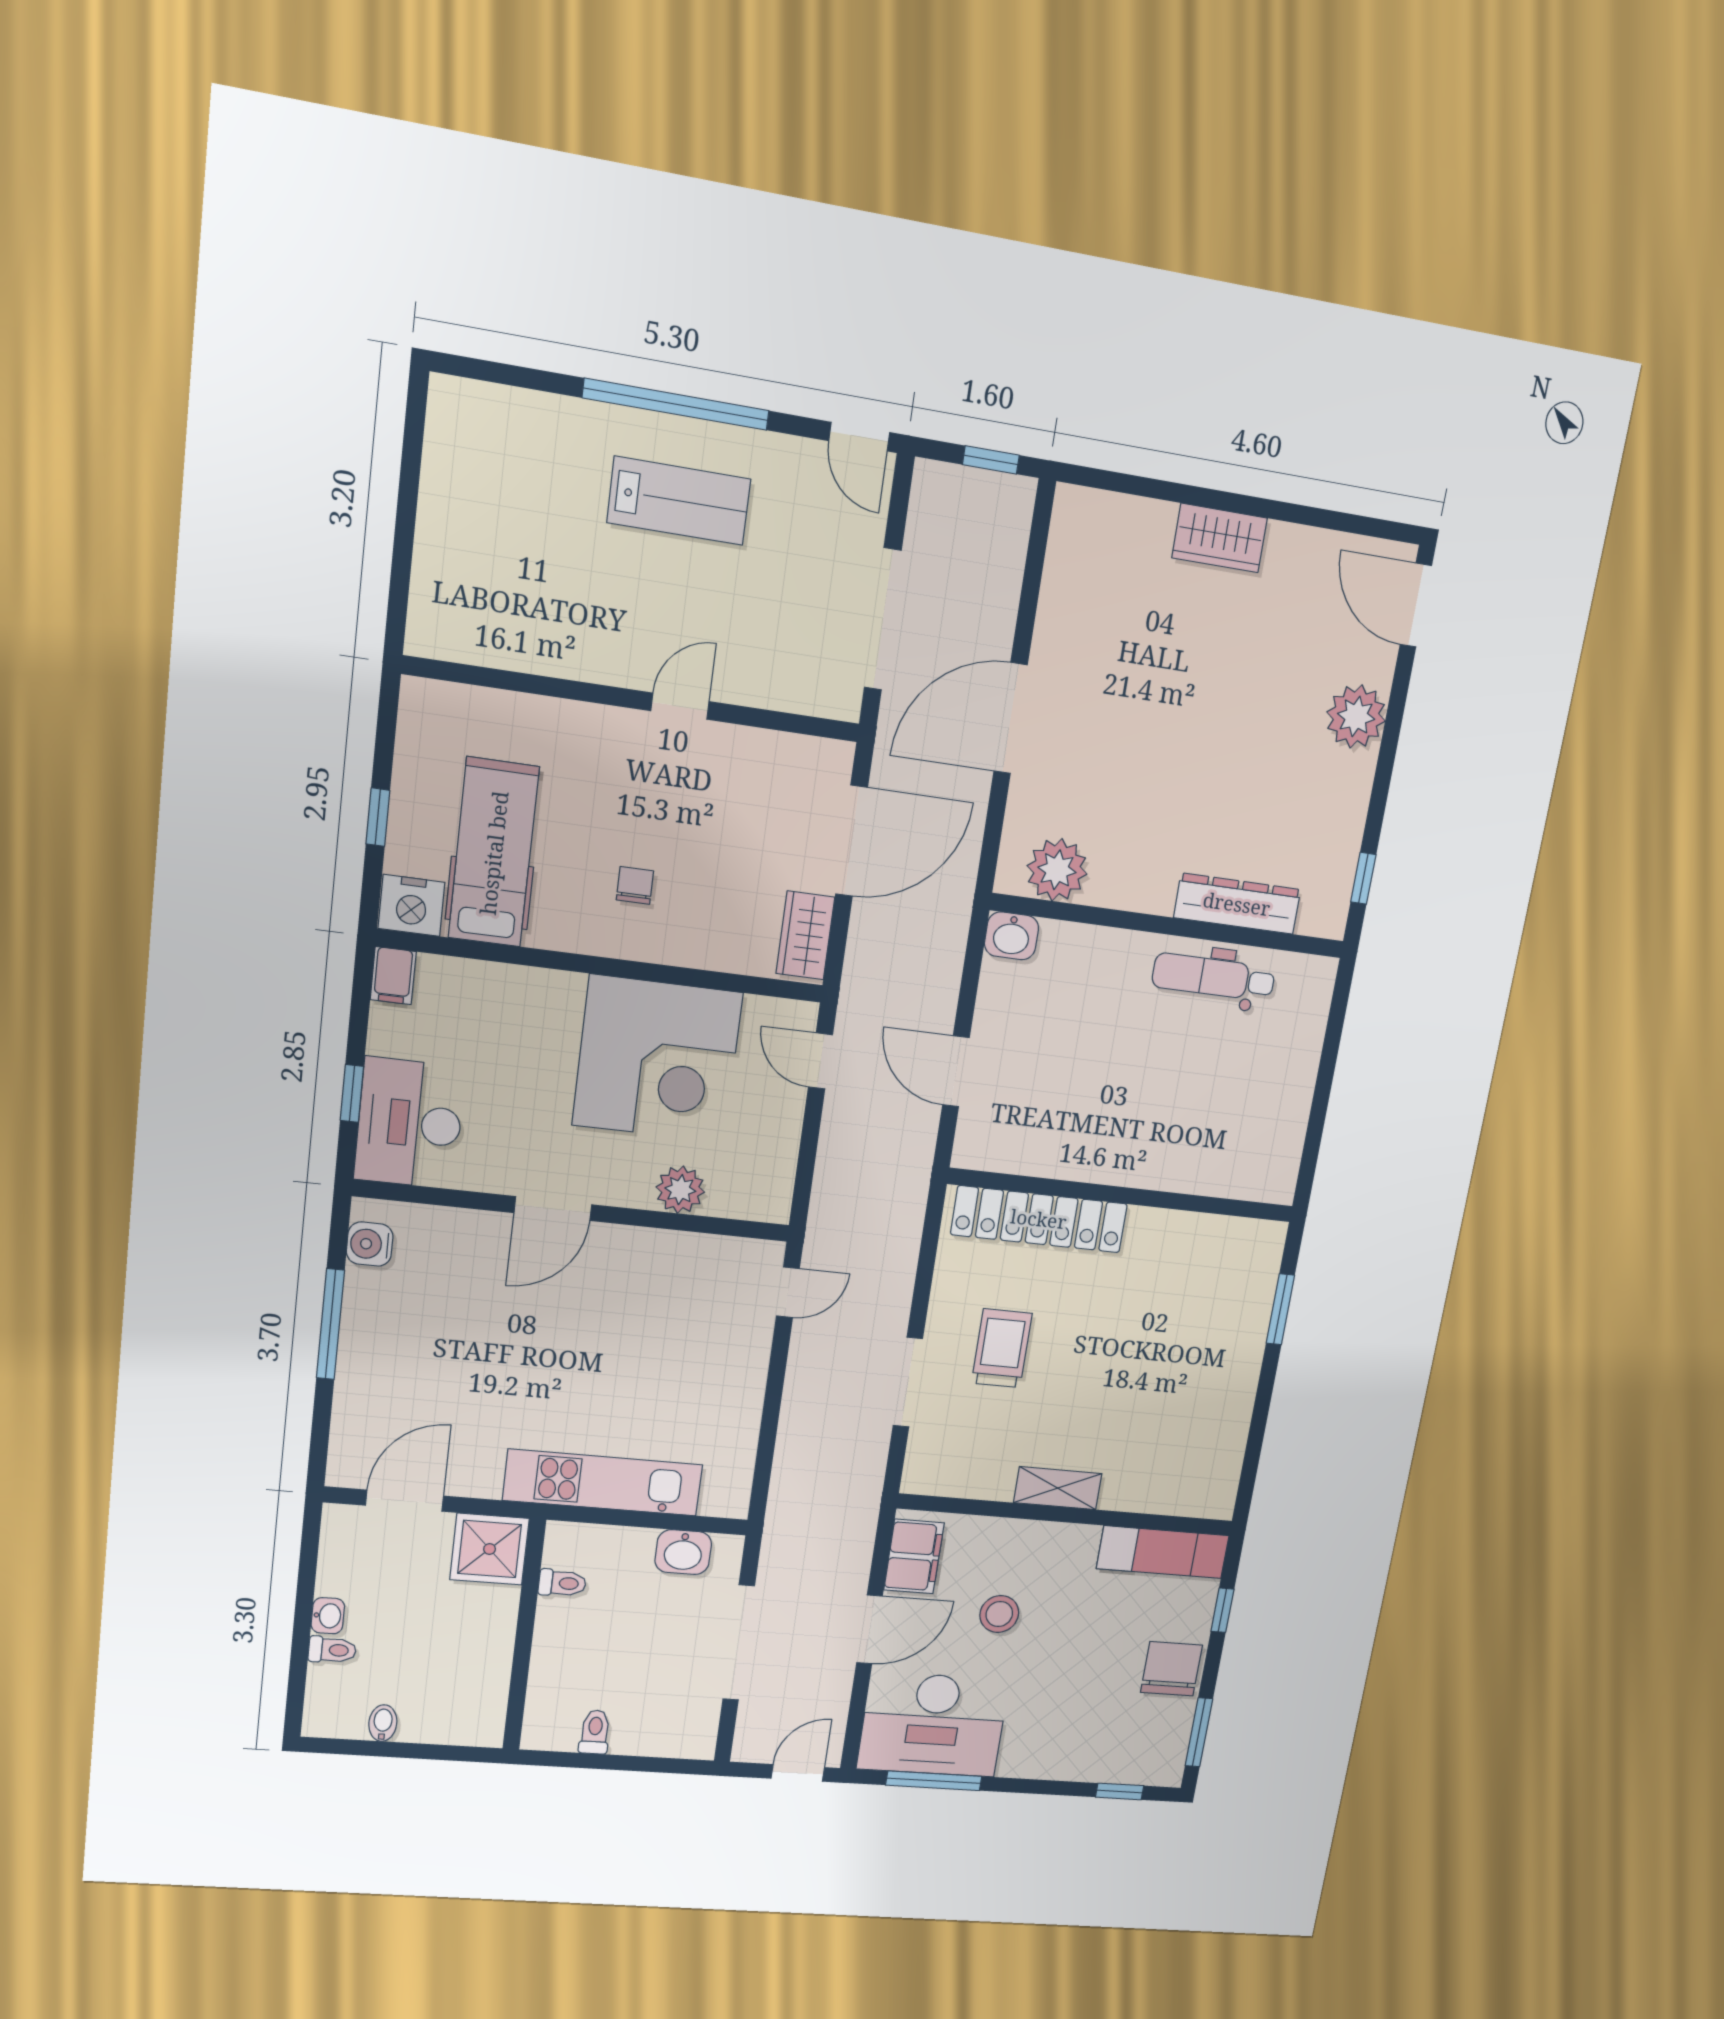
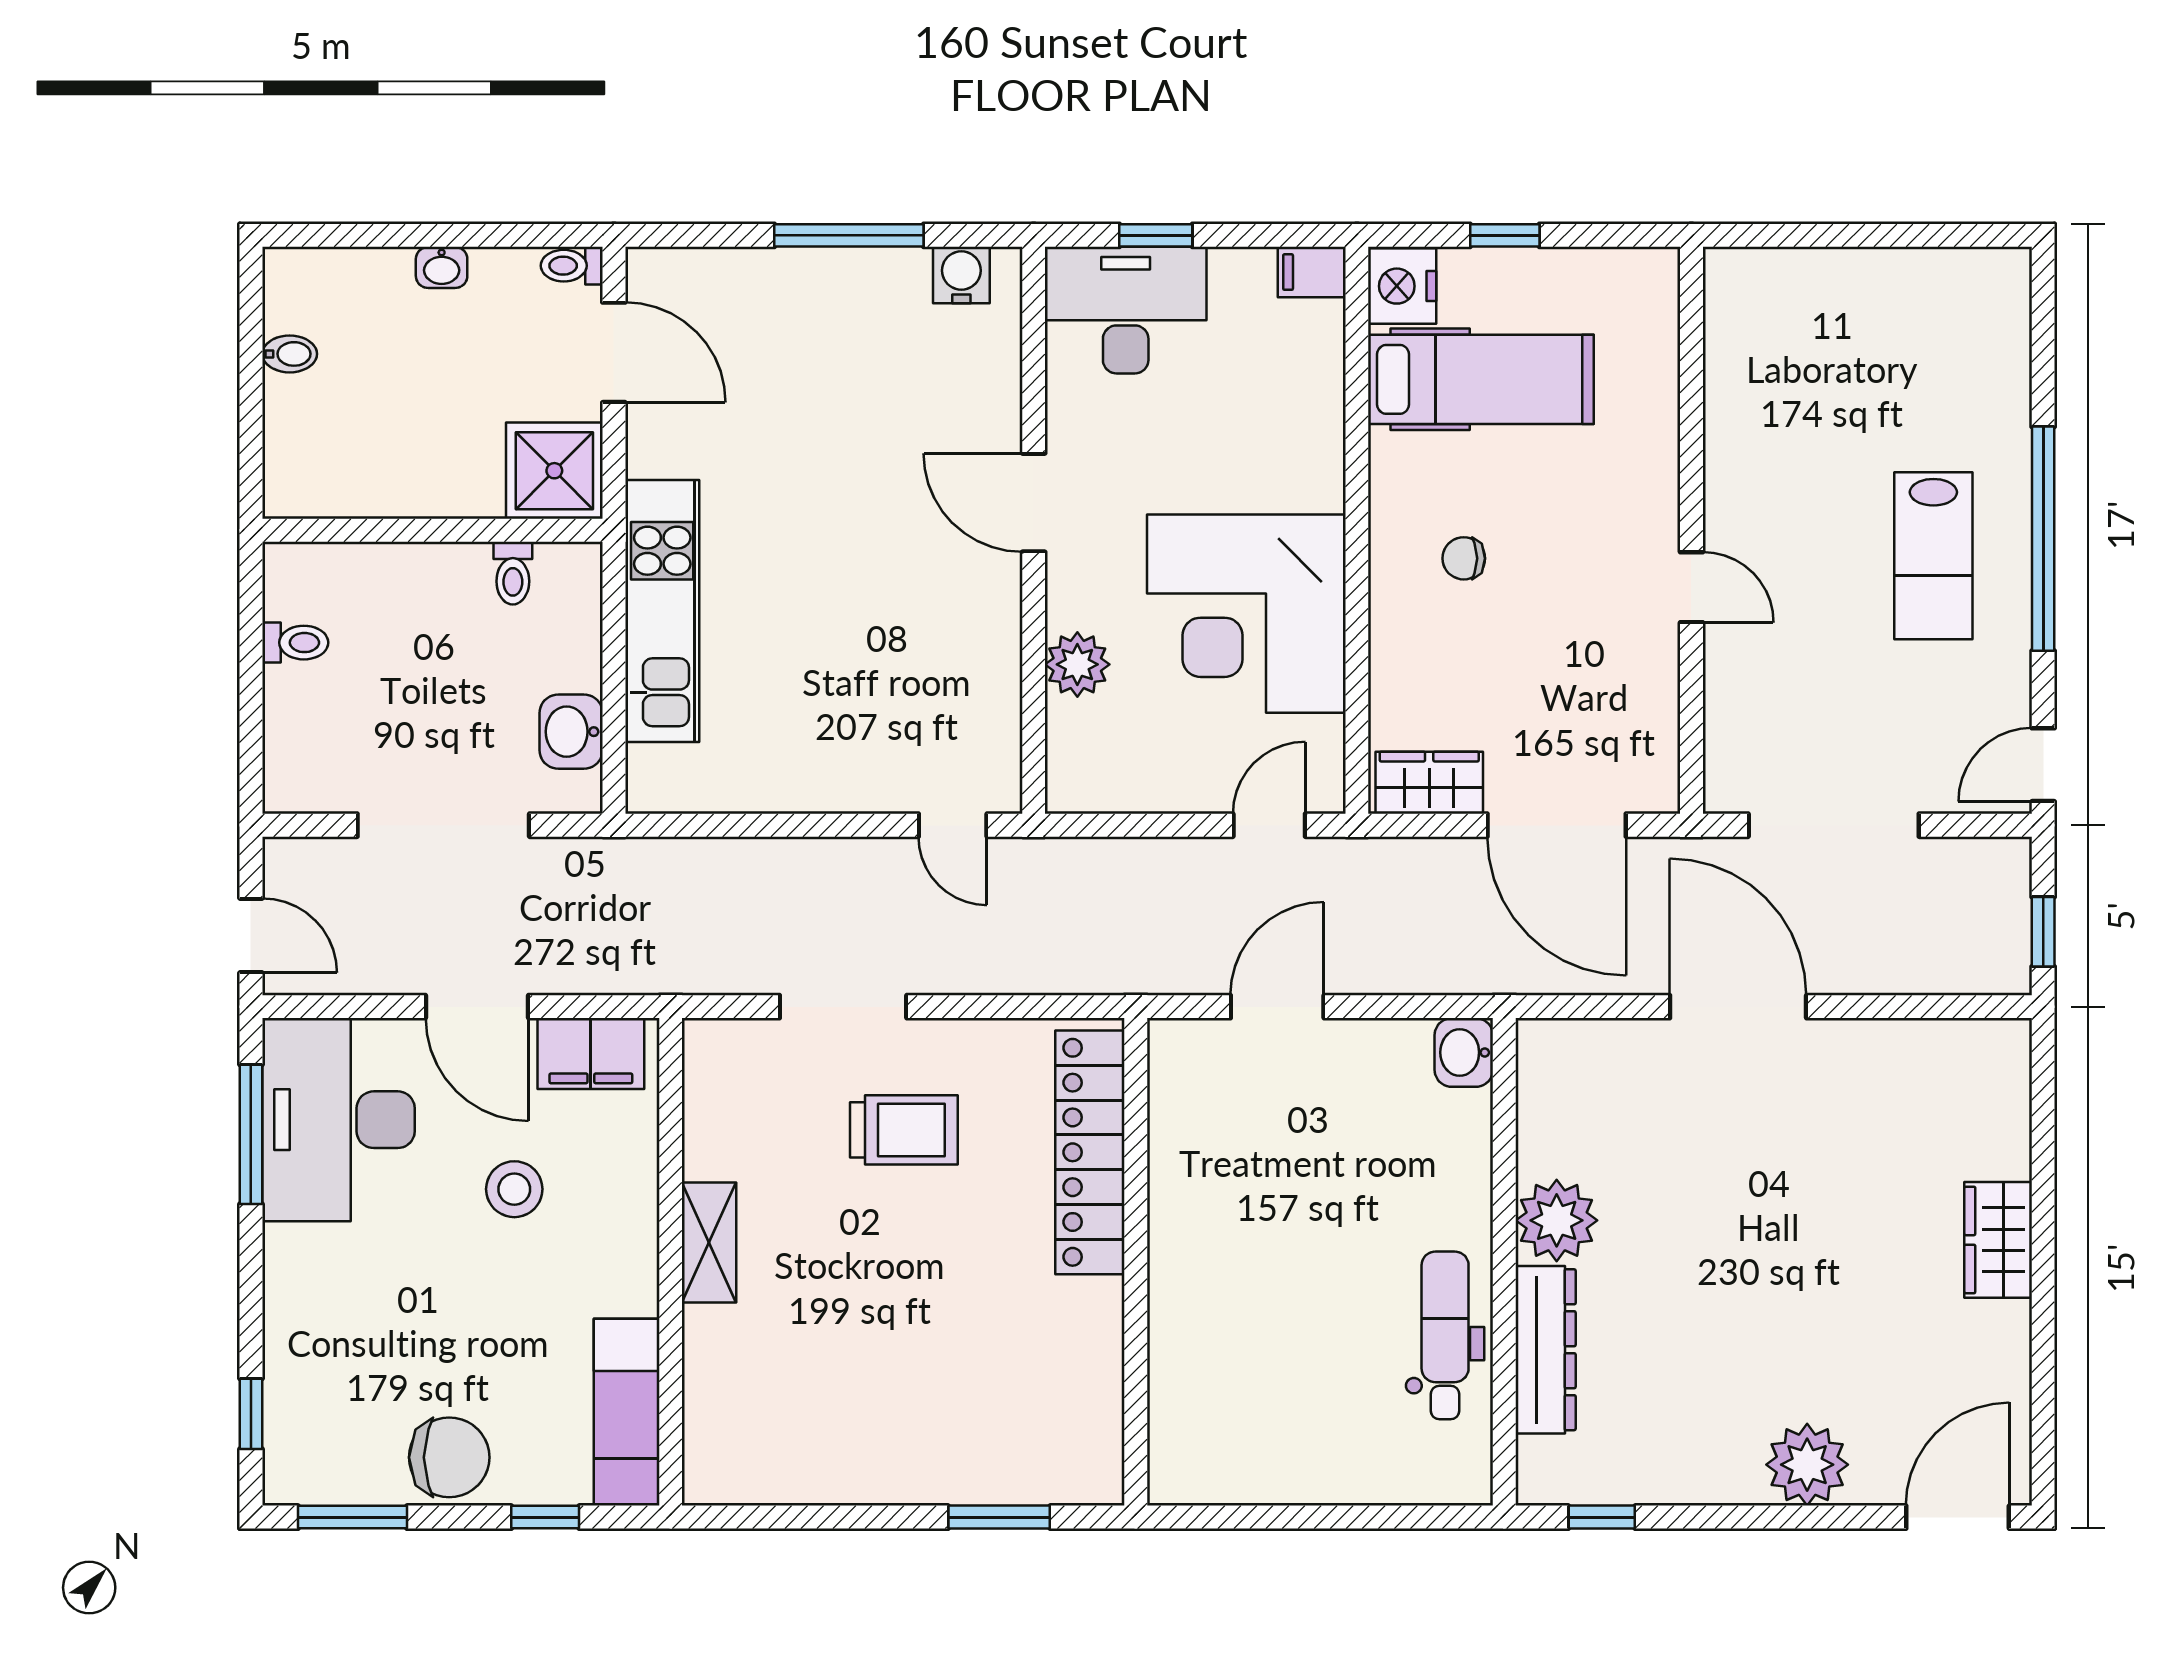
plant: (1057, 870) -> (1557, 1220), moved
chair: (635, 885) -> (1464, 558), turned 180
toilet: (332, 1650) -> (572, 266), moved, turned 90

